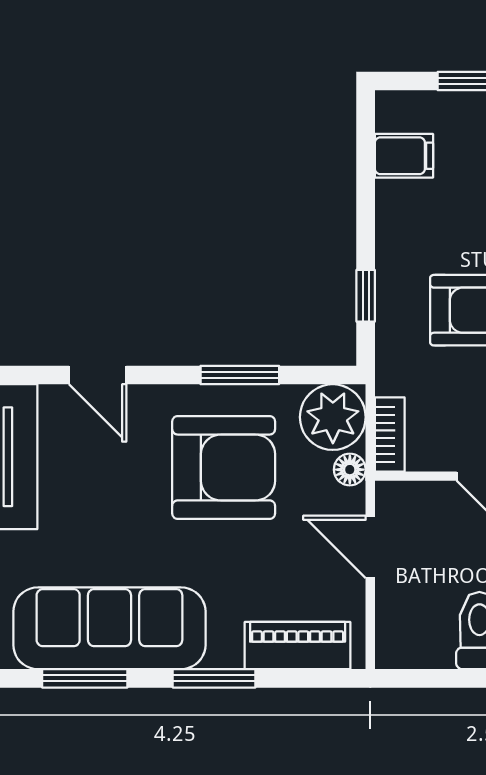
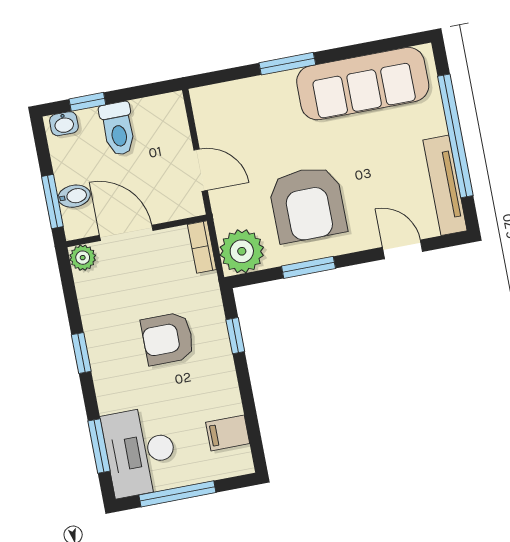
armchair: (224, 467) -> (308, 204), turned -90
floor lamp: (350, 470) -> (224, 219), removed
piano: (298, 646) -> (236, 96), removed
window: (85, 678) -> (373, 47), removed

